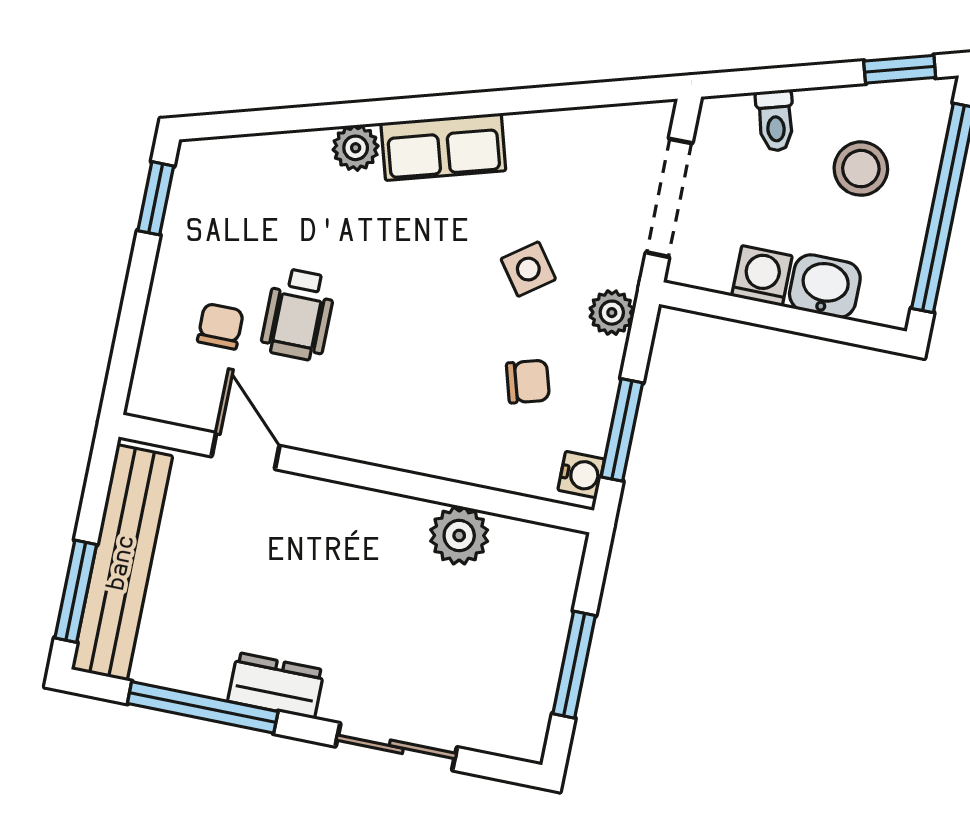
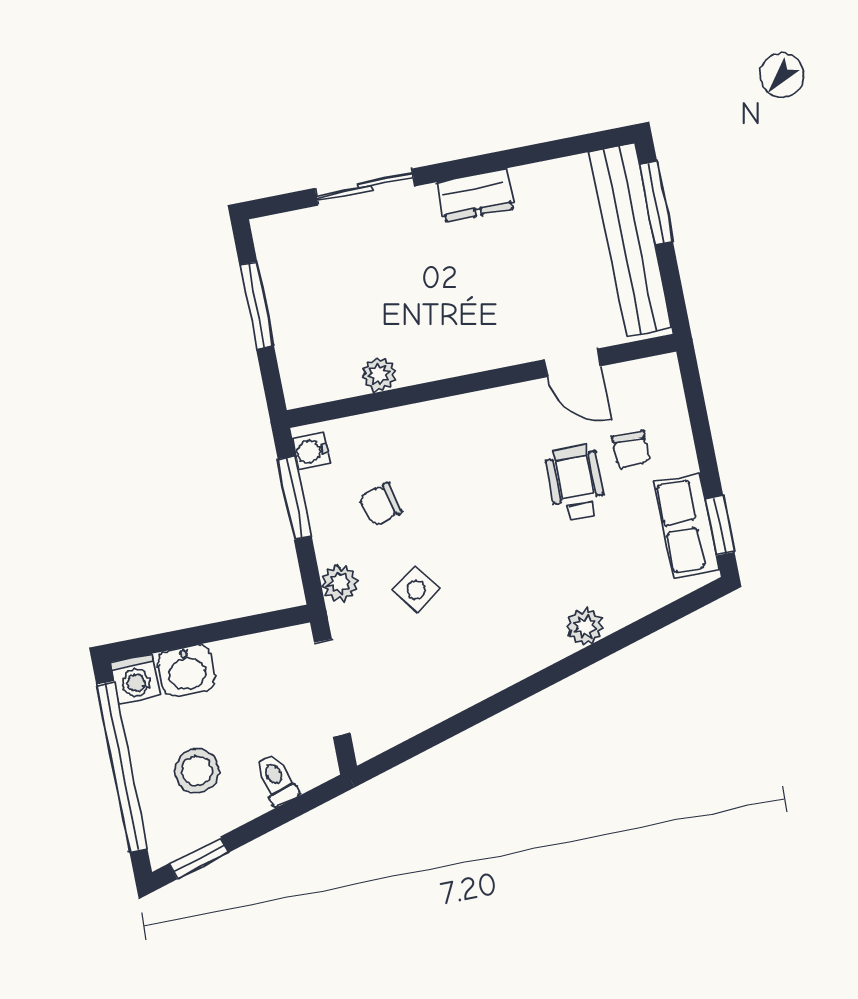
row of seats: (443, 147) -> (687, 525), moved, turned -74
washing machine: (762, 276) -> (135, 679), moved
plant: (459, 536) -> (379, 374), width x0.73, depth x0.73
window: (203, 707) -> (524, 156), removed

